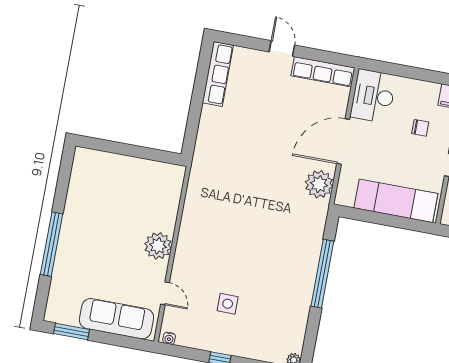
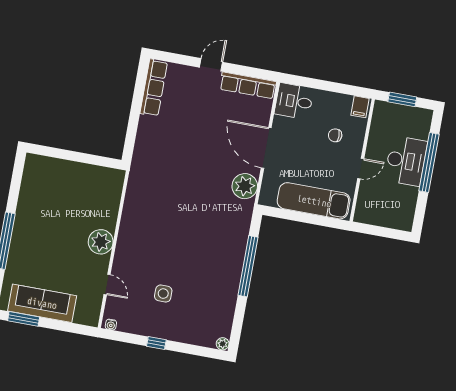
door: (282, 48) -> (211, 65), hinge flipped
desk: (373, 96) -> (294, 101), width x0.73
chair: (420, 128) -> (335, 135), turned 180
door: (343, 141) -> (266, 148), hinge flipped
sofa: (116, 319) -> (42, 303), moved

